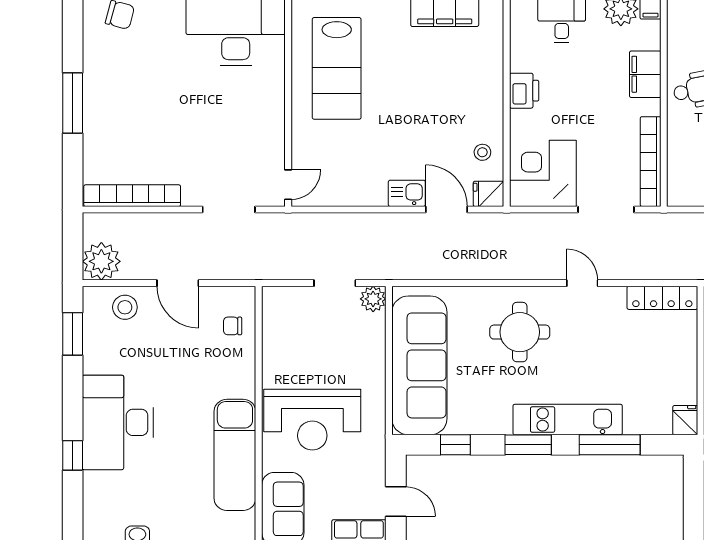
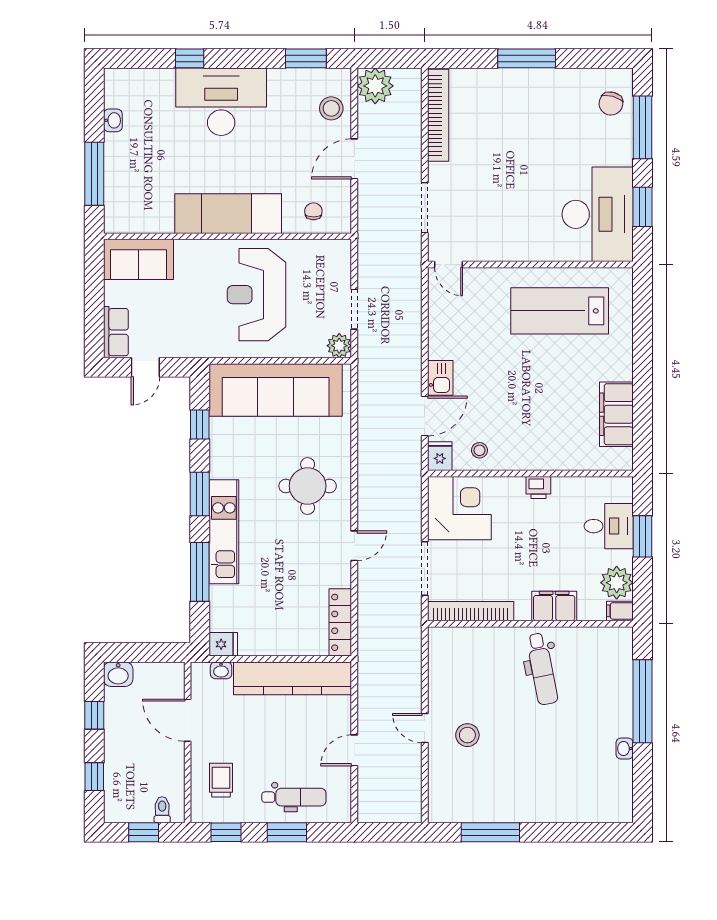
printer: (524, 91) -> (538, 487), width x0.73, depth x0.81
reception desk: (312, 420) -> (257, 295), moved
exam couch: (235, 455) -> (228, 214), moved

